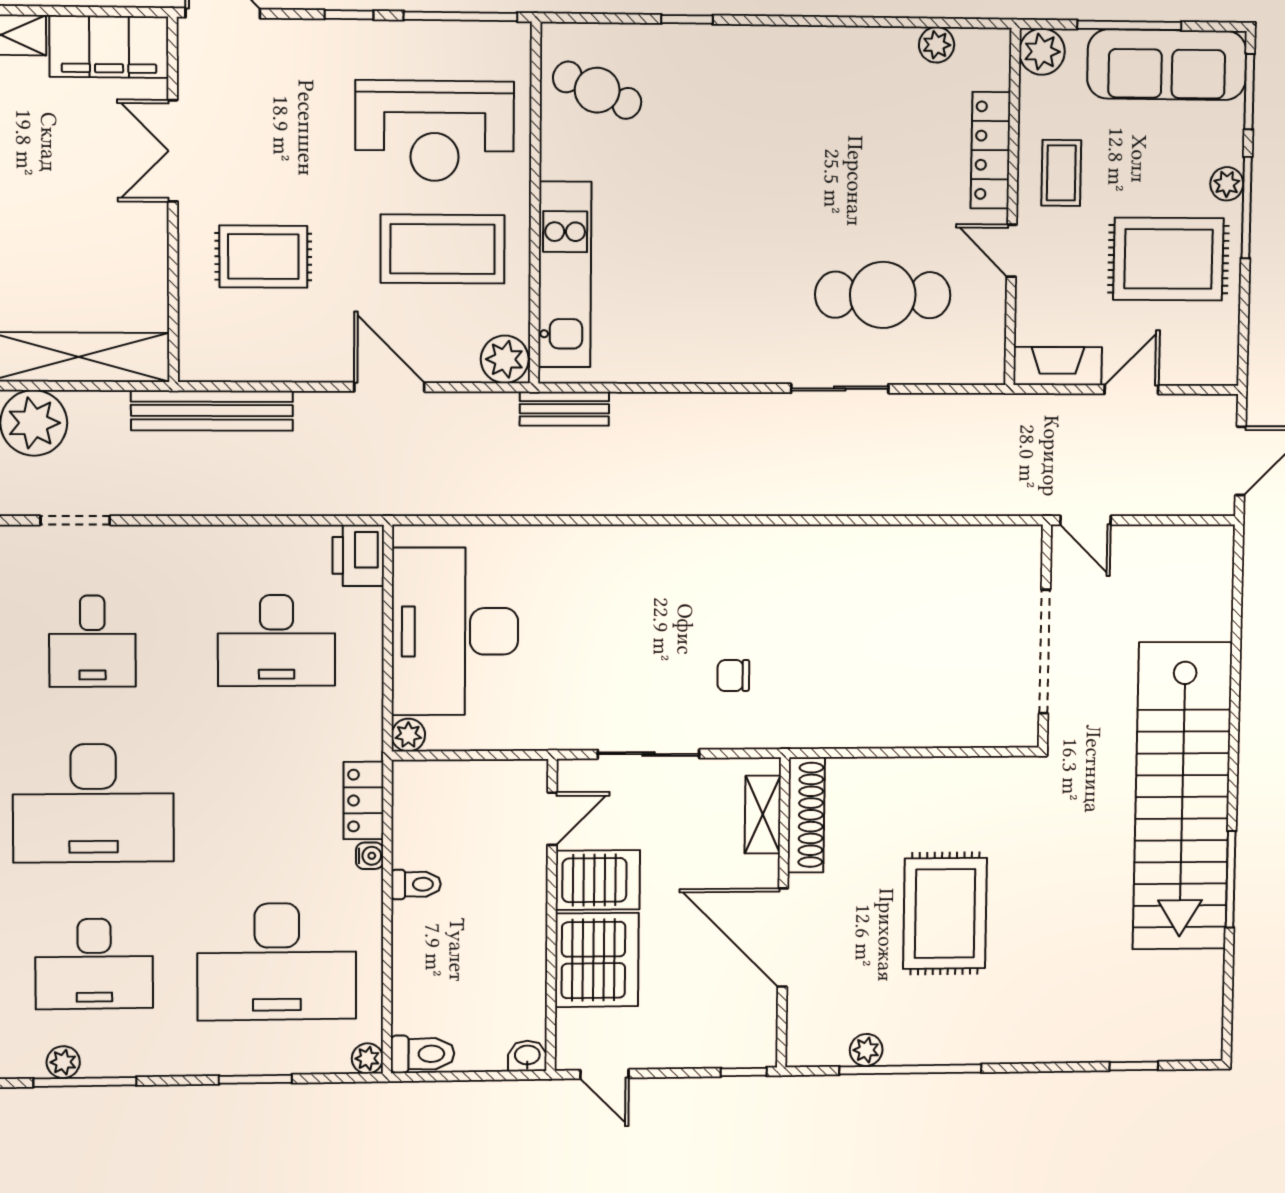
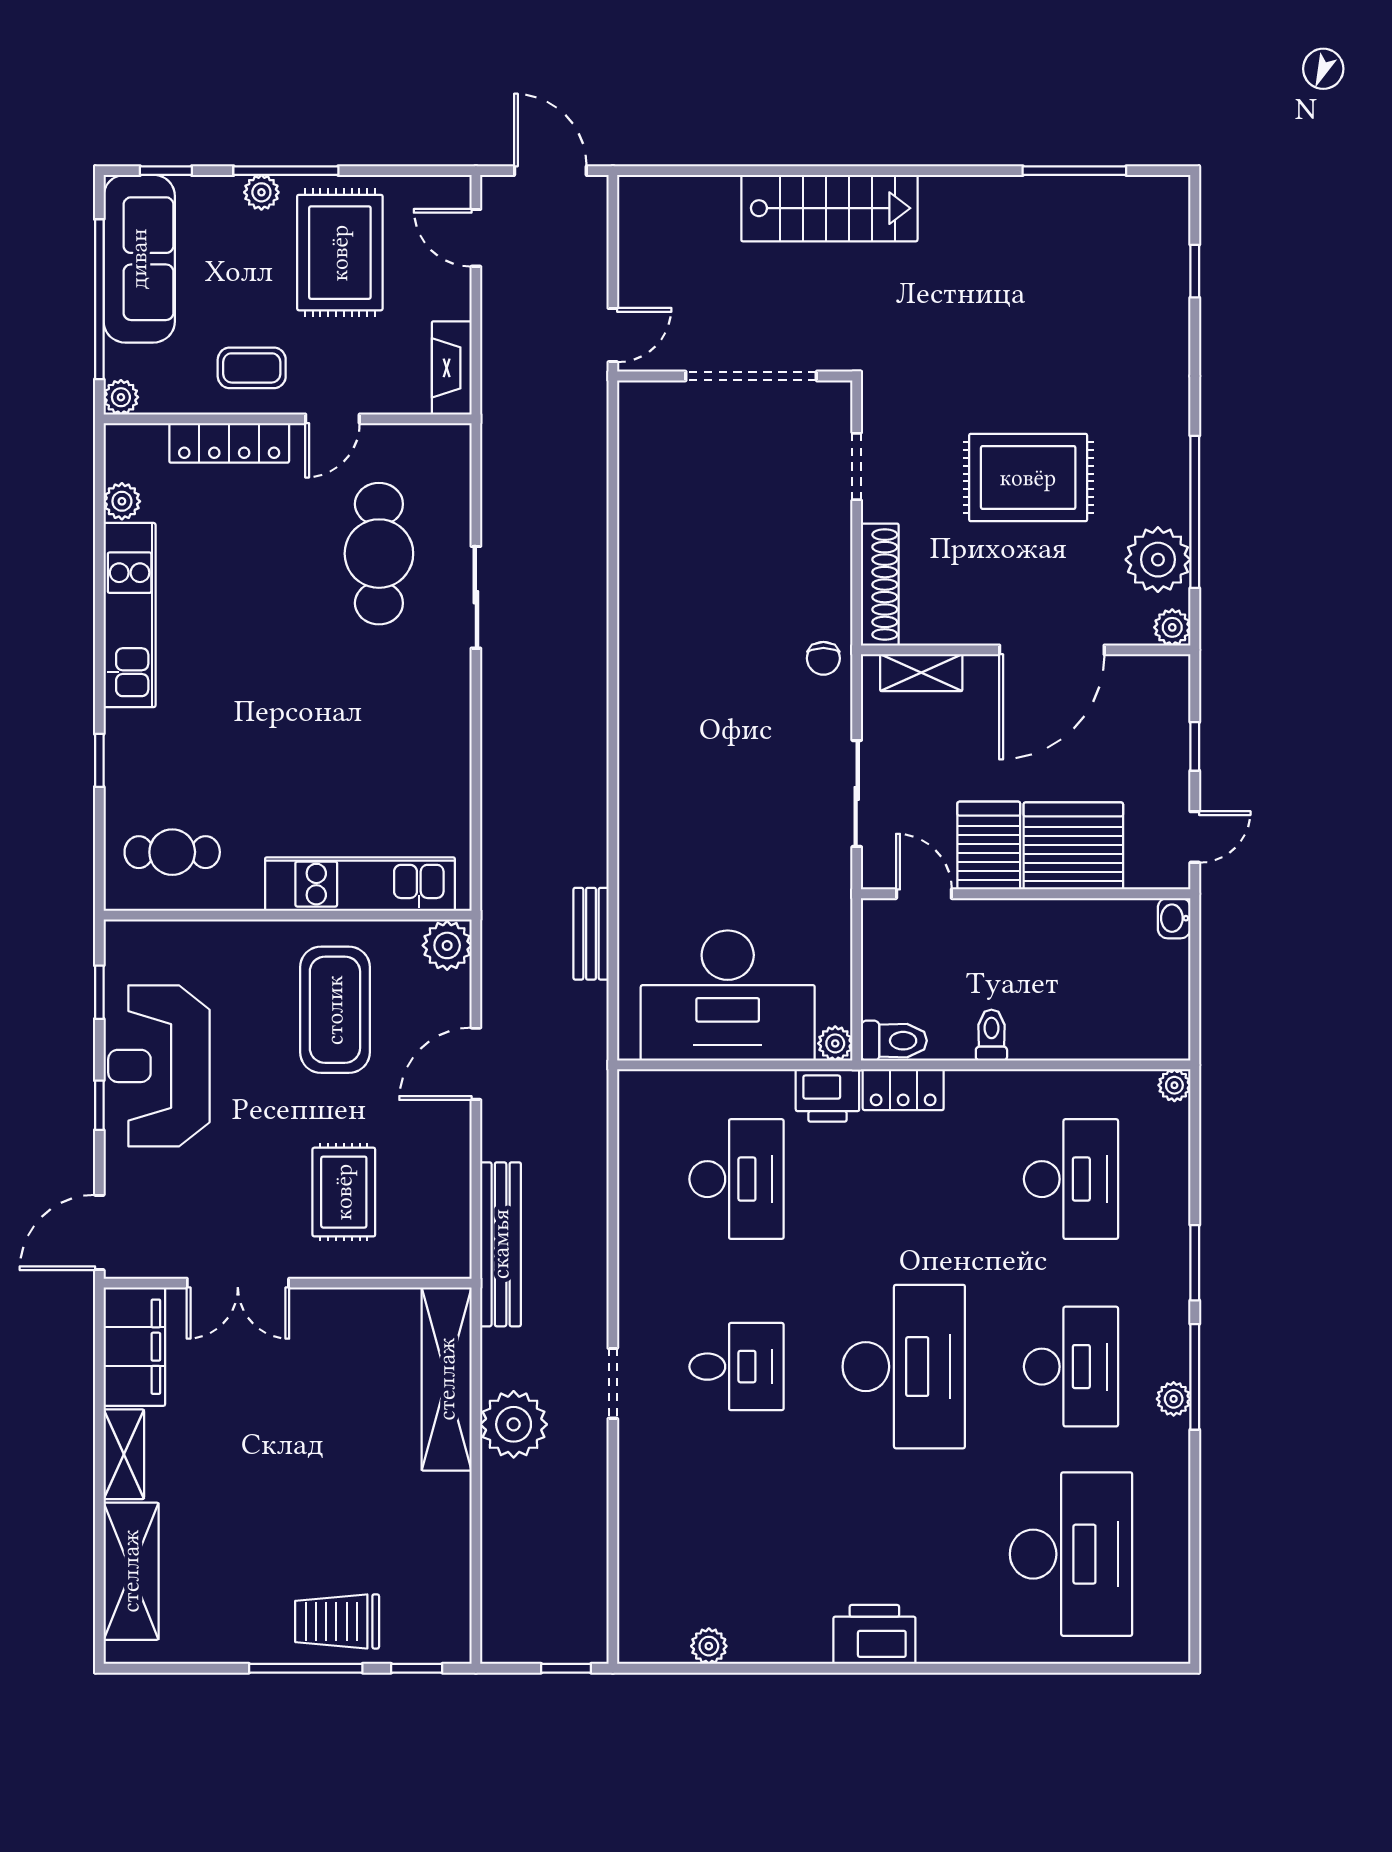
window: (460, 16) -> (99, 992), width x0.46
window: (1129, 25) -> (99, 299), width x1.46
kitchen unit: (827, 51) -> (130, 615), added
plant: (1042, 52) -> (121, 397), width x0.73, depth x0.73
cafe table: (597, 90) -> (172, 852), turned 67
window: (1249, 92) -> (166, 171), width x0.67
reception desk: (435, 131) -> (159, 1066), moved, turned 180
door: (1131, 390) -> (476, 238), moved
bench: (564, 409) -> (591, 934), moved
printer: (358, 555) -> (827, 1095), moved
chair: (733, 676) -> (823, 658), moved
doorway: (958, 752) -> (857, 467), added
stairs: (1182, 796) -> (829, 208), width x0.54, depth x0.66
shoe rack: (806, 815) -> (880, 585), moved, turned 90
water cooler: (370, 856) -> (961, 1083), removed
window: (1231, 879) -> (1074, 171), moved
desk: (277, 962) -> (1071, 1179), width x0.73, depth x0.77
plant: (803, 1050) -> (1172, 627), added
plant: (866, 1050) -> (1158, 560), width x1.87, depth x1.87
toilet: (423, 1054) -> (894, 1041), moved, turned 90
window: (744, 1072) -> (1195, 746), moved
window: (255, 1079) -> (1195, 1263), moved

